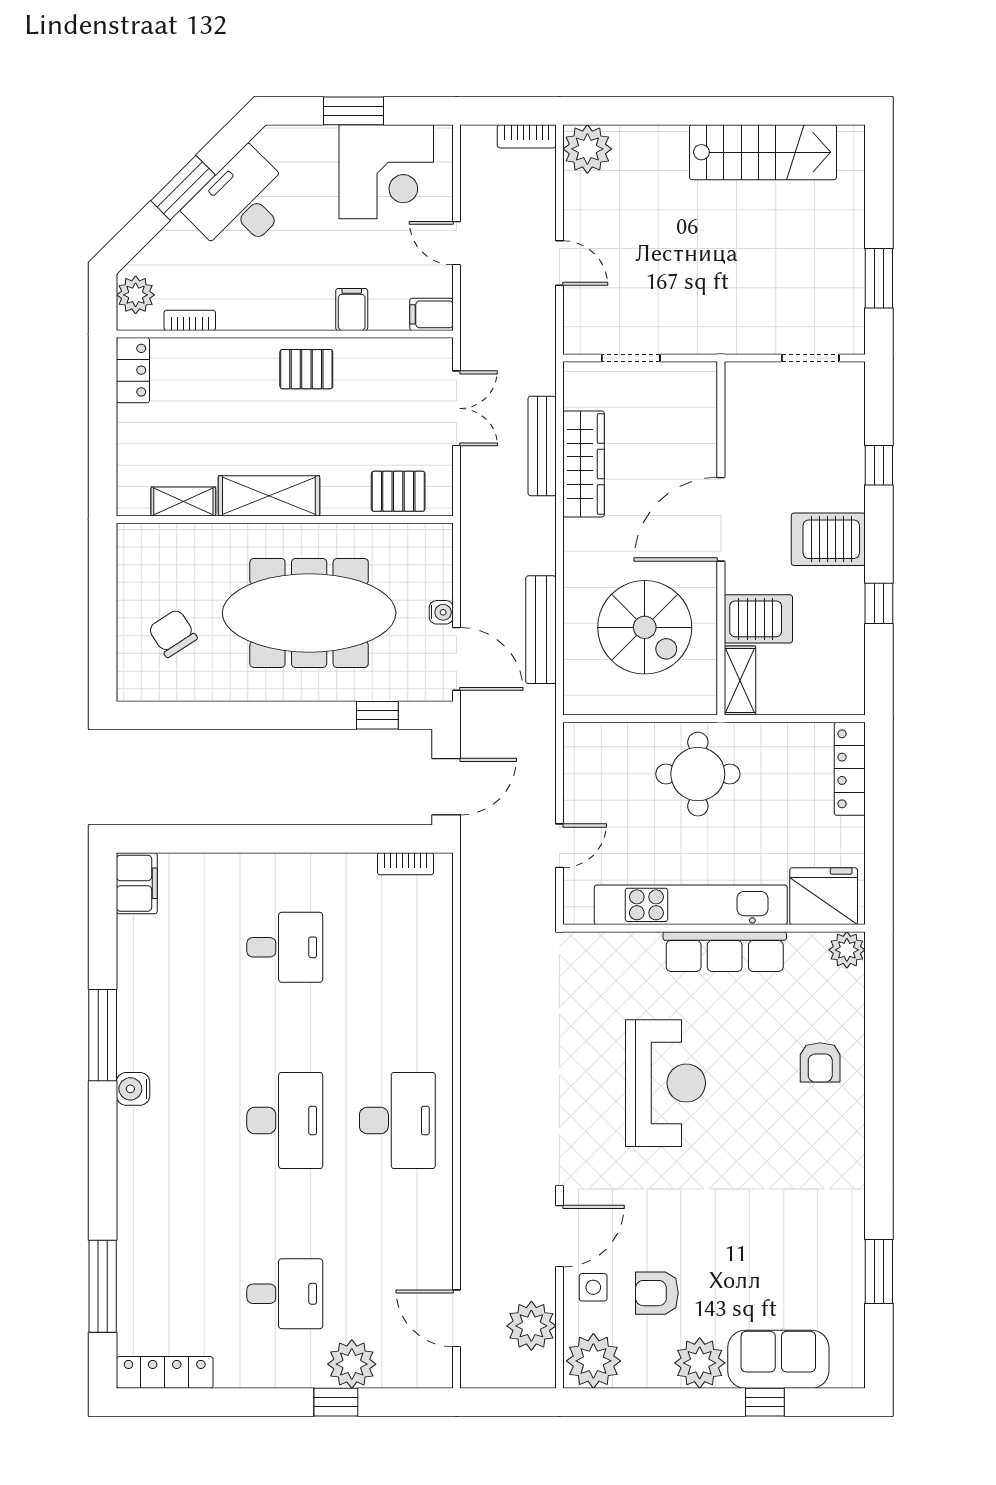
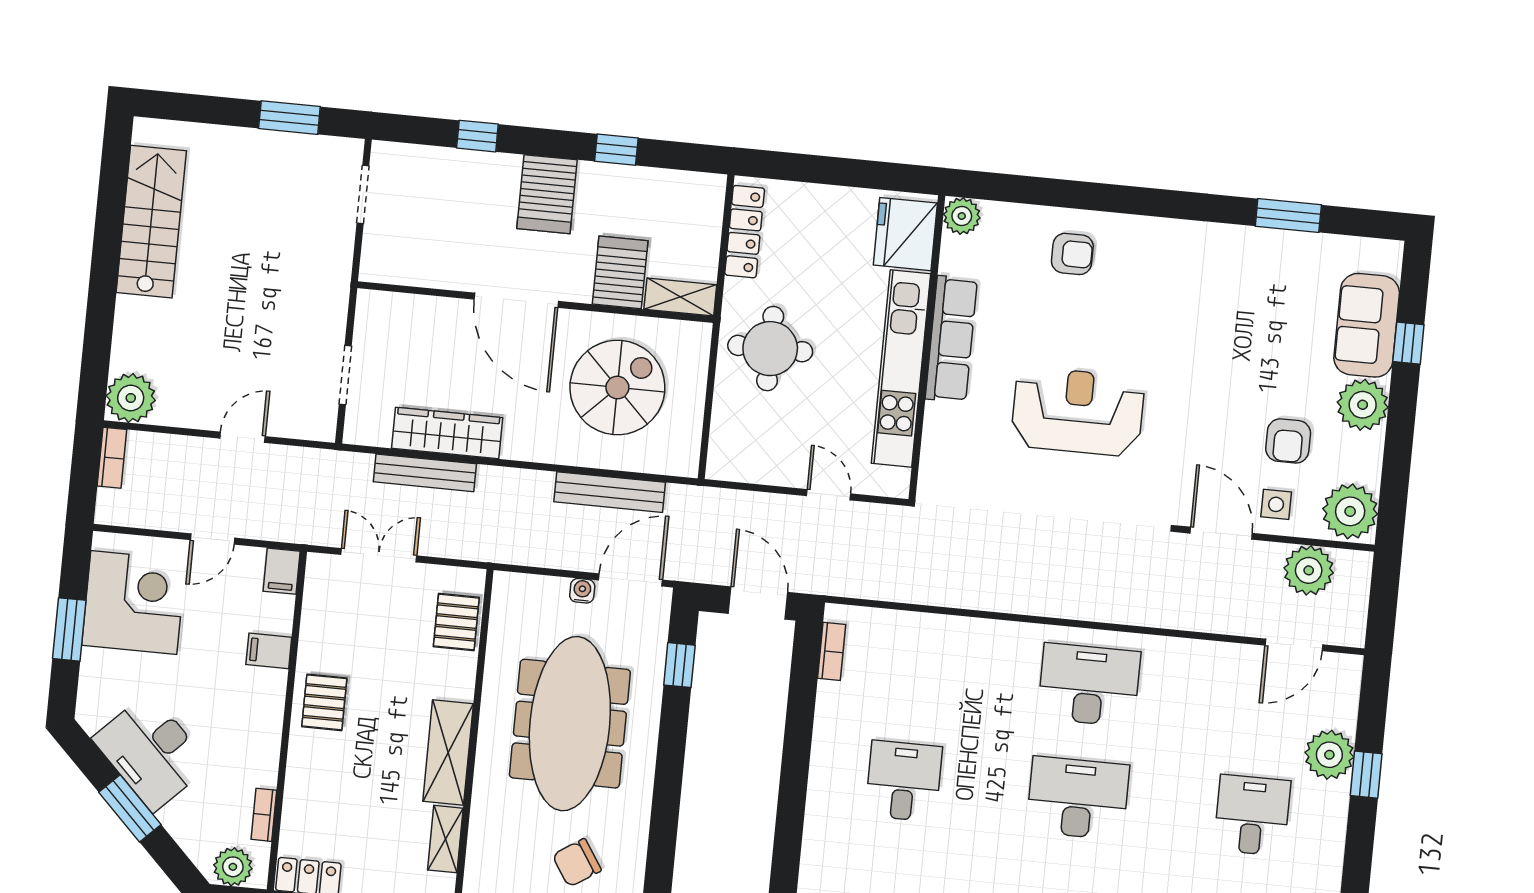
locker: (850, 769) -> (745, 232), moved, turned -90

